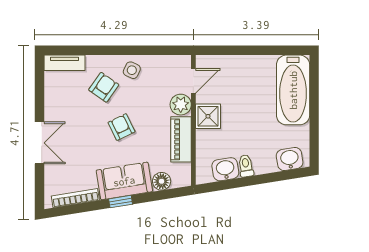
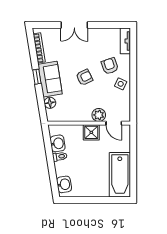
armchair: (104, 87) -> (110, 66), turned -144
bathtub: (293, 90) -> (120, 175), moved, turned -90
piano: (181, 139) -> (77, 115), removed

